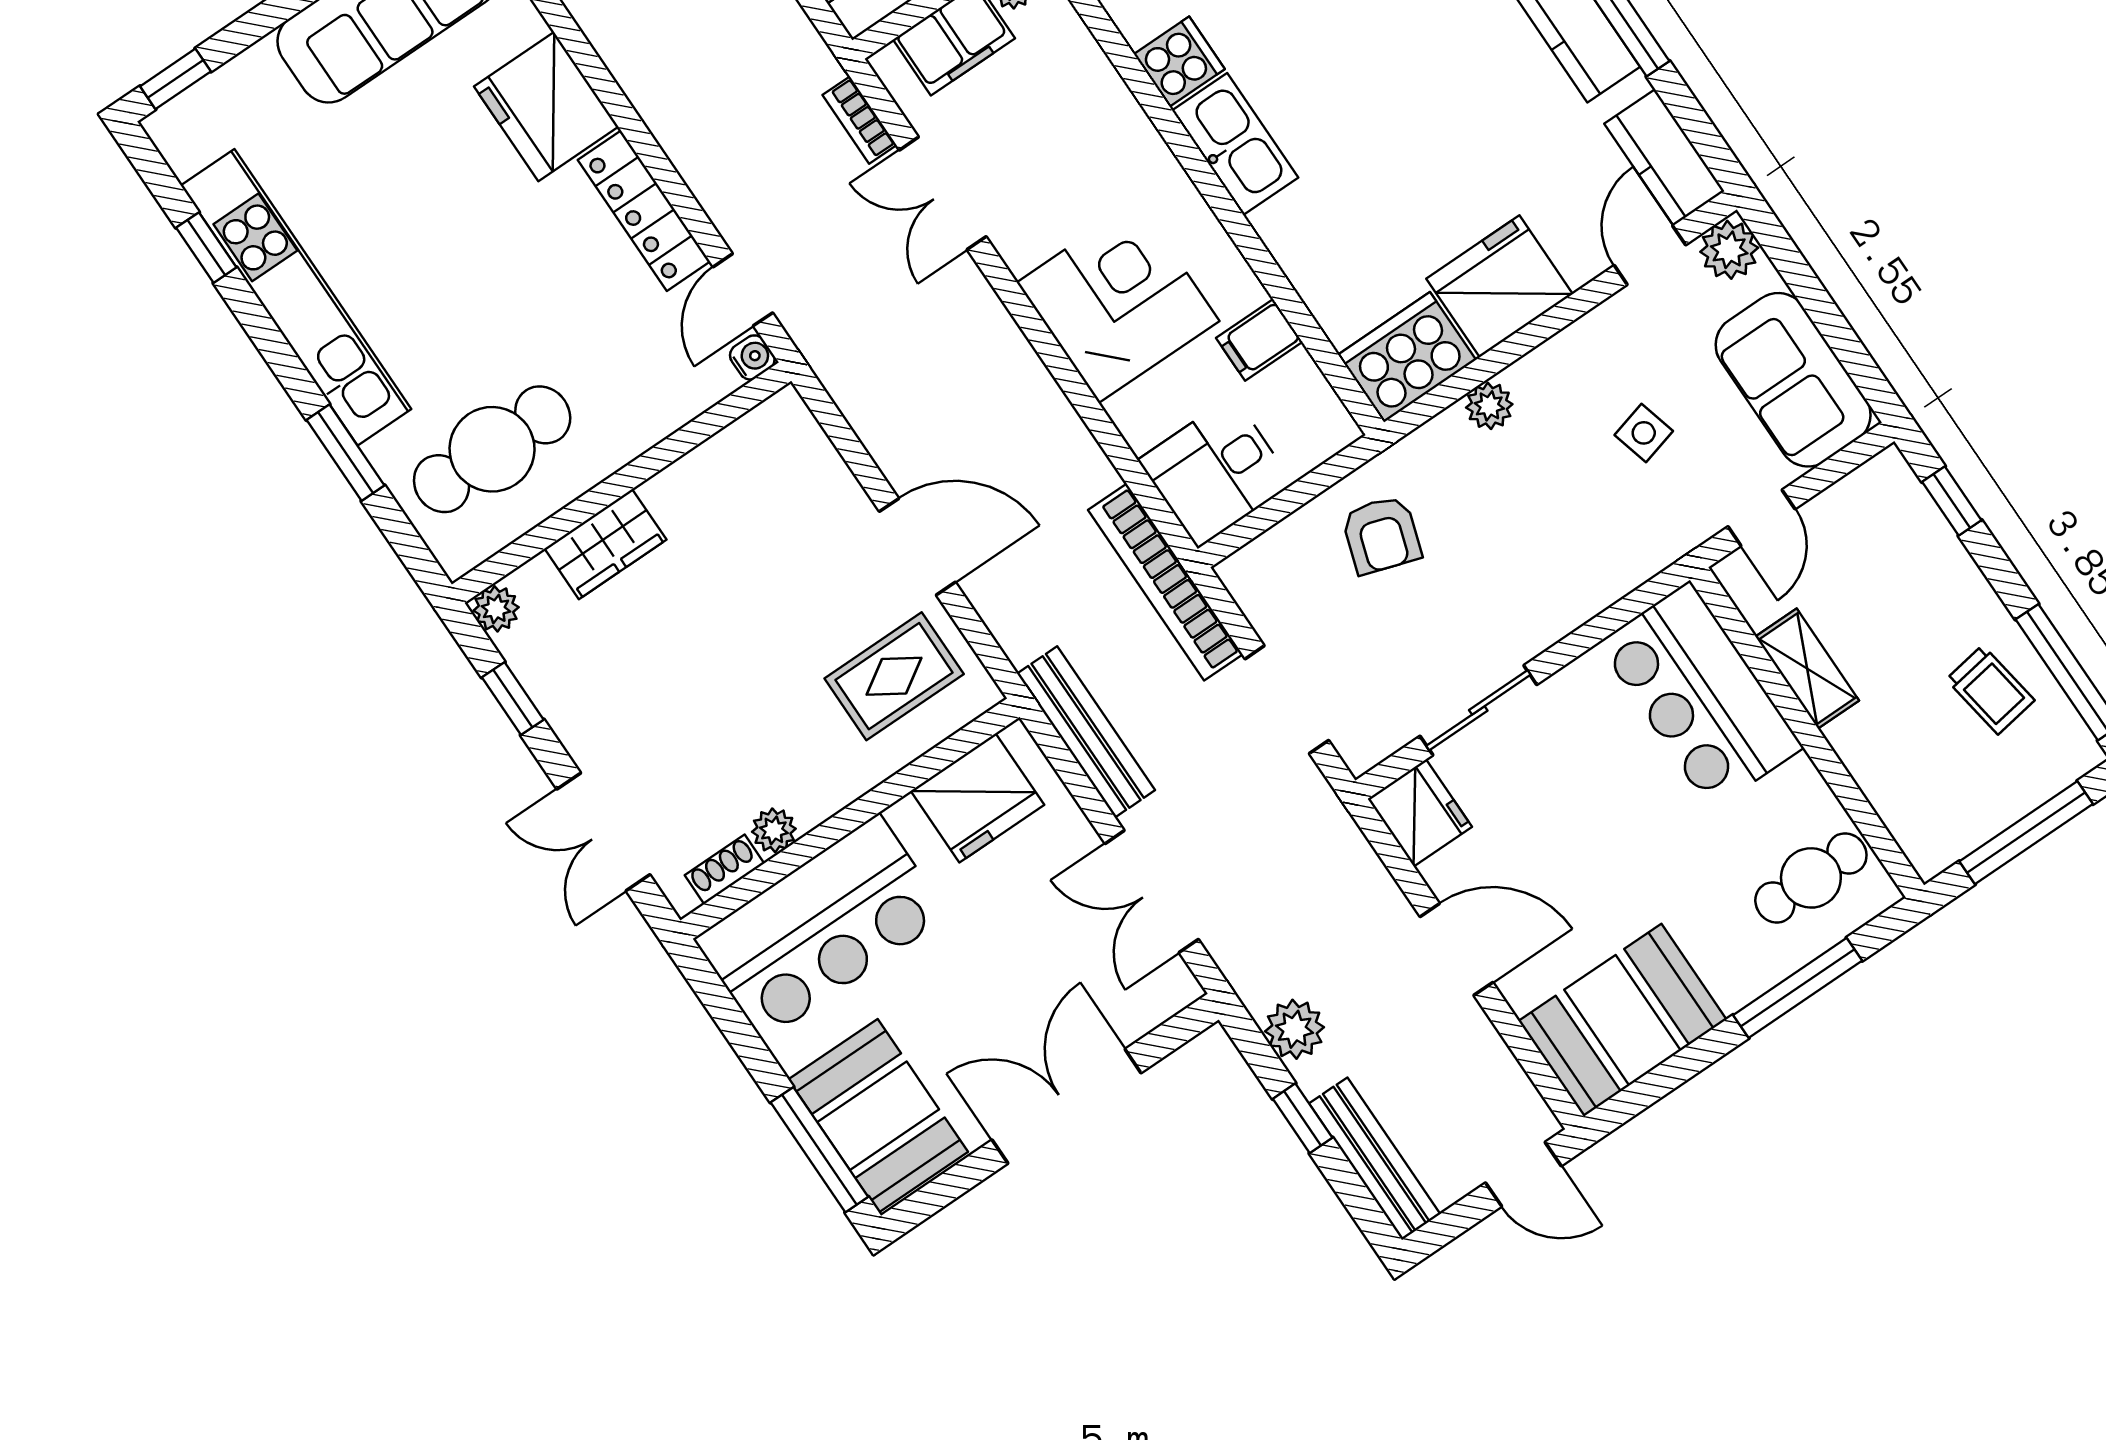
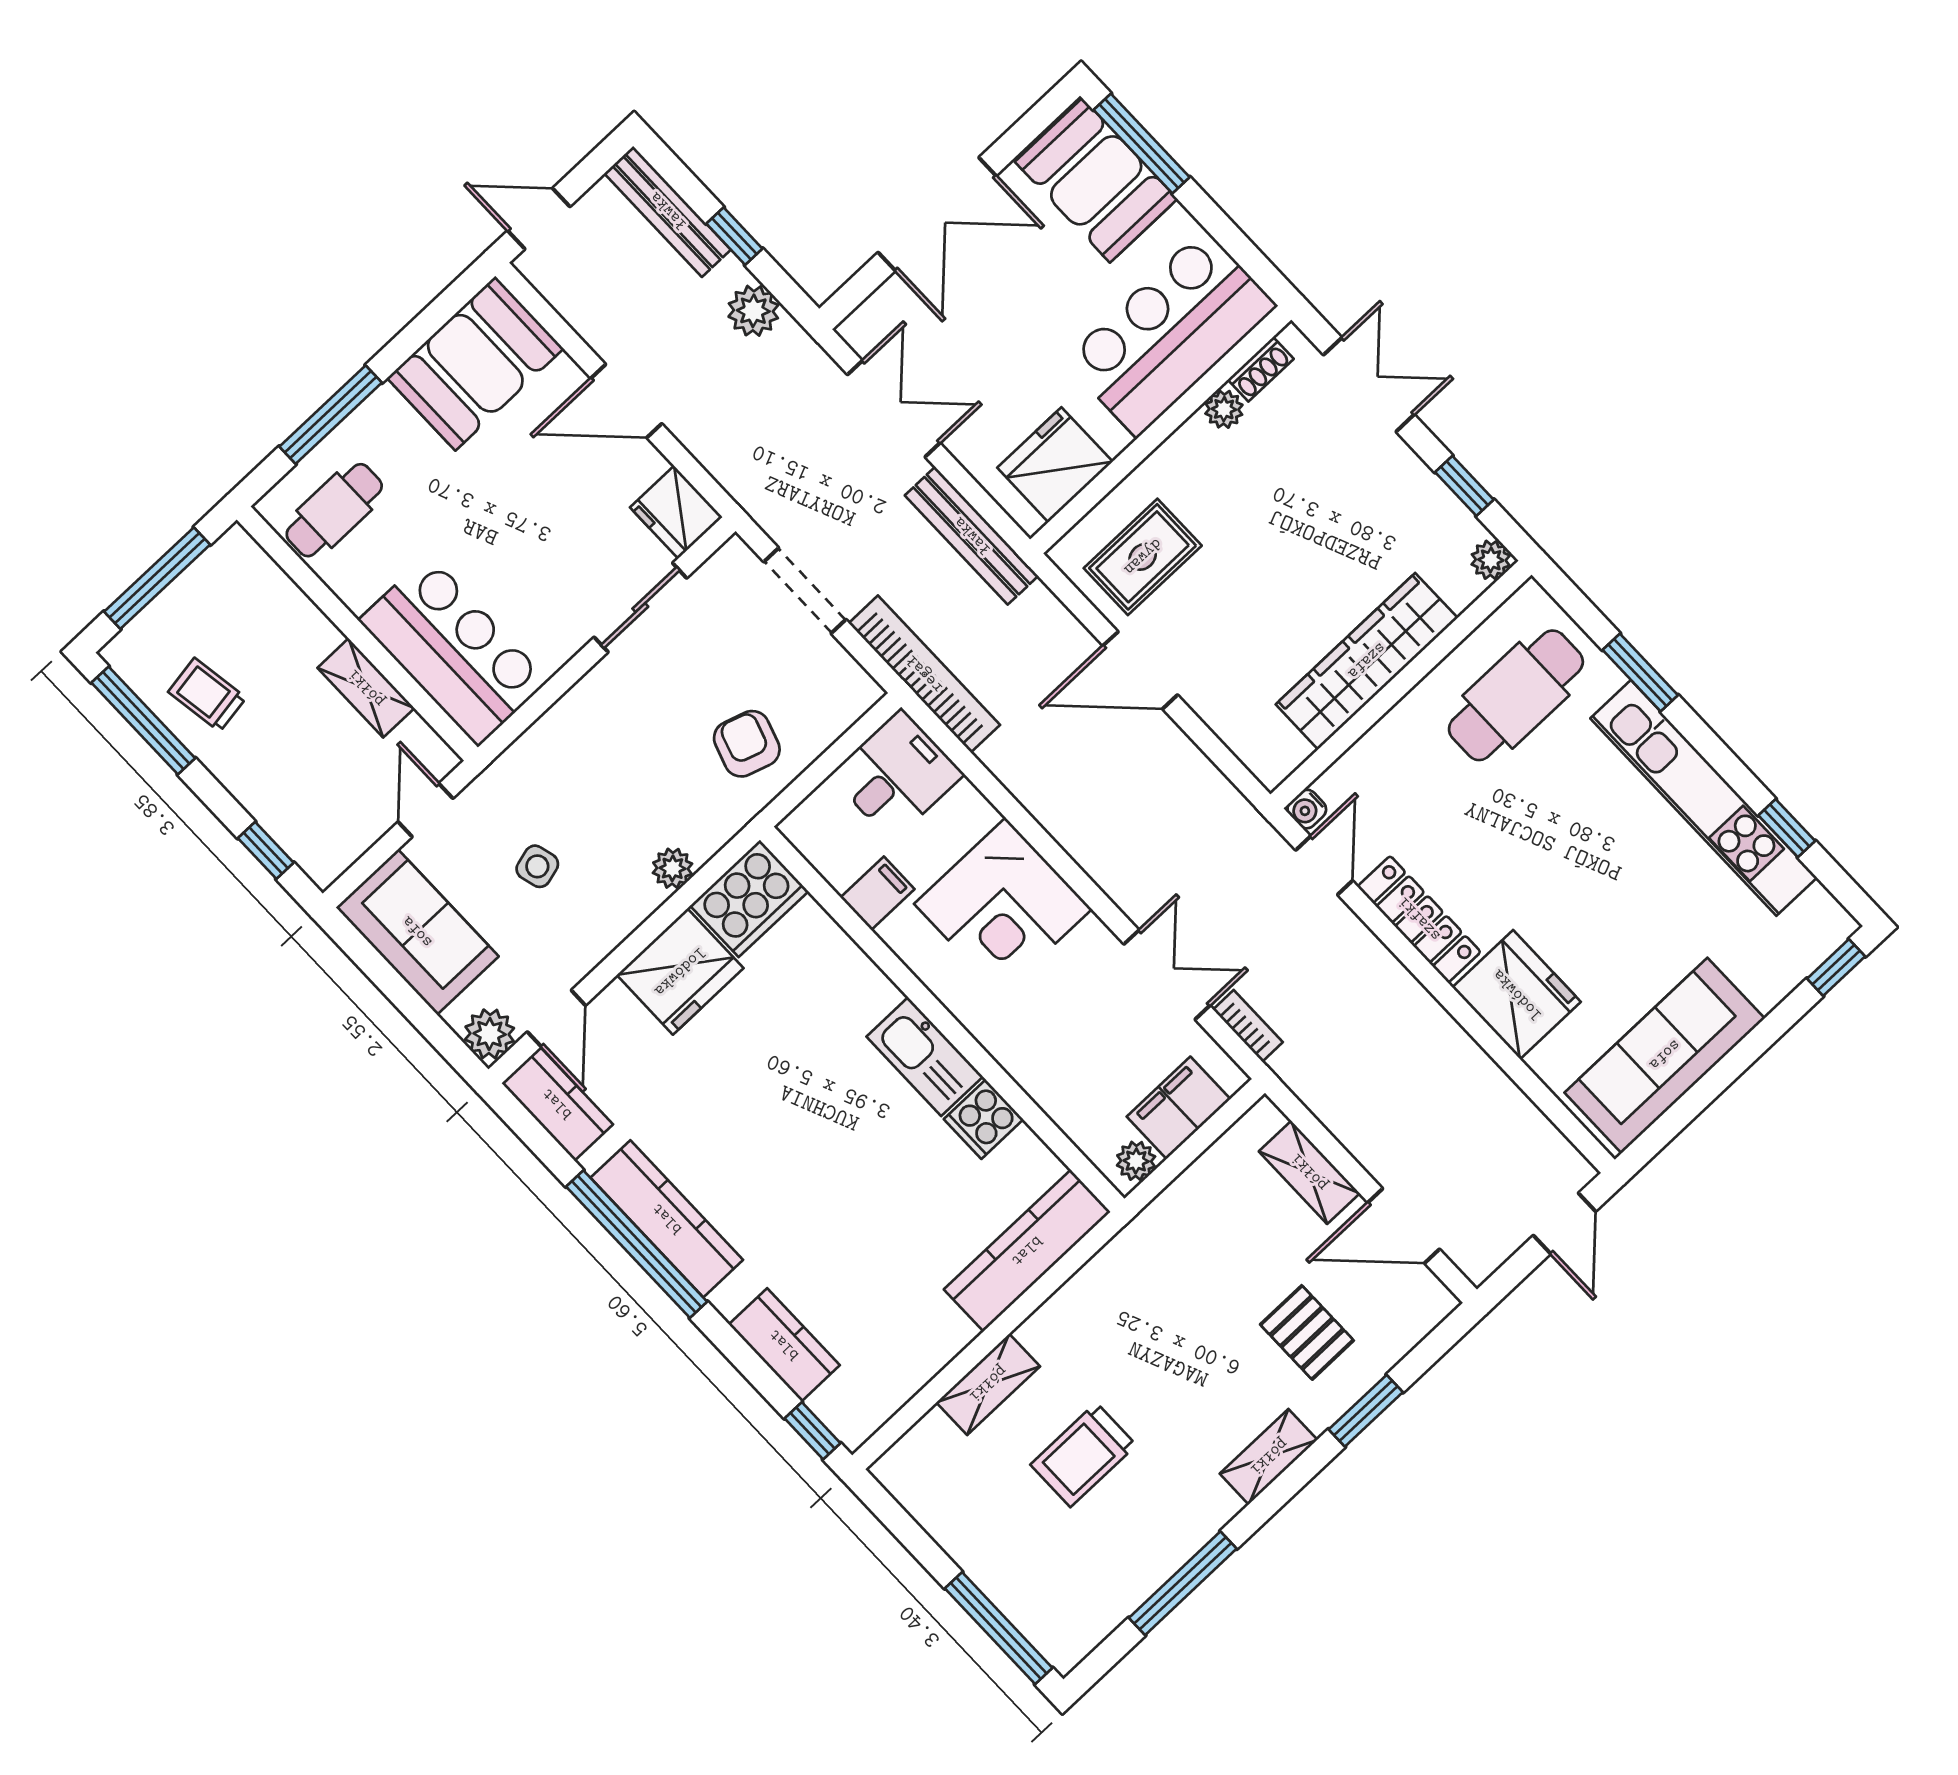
wardrobe: (605, 544) -> (1367, 661), width x2.10, depth x1.17

